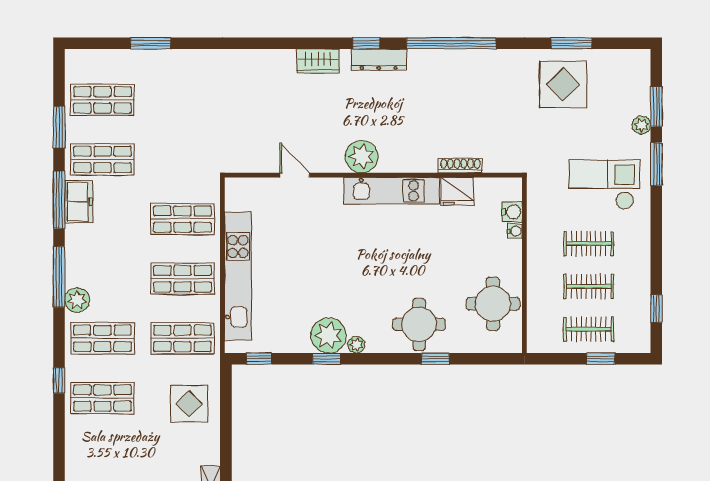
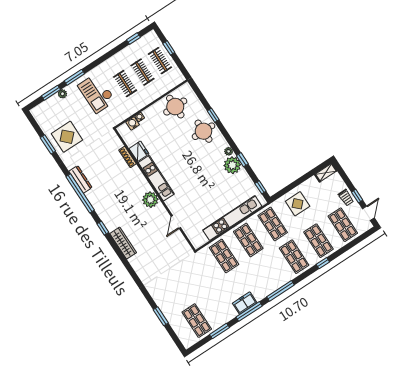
dresser: (379, 60) -> (80, 179), moved
wardrobe: (318, 61) -> (123, 243), width x1.50
shop shelf: (102, 159) -> (343, 225), moved
plant: (77, 300) -> (285, 277), removed

